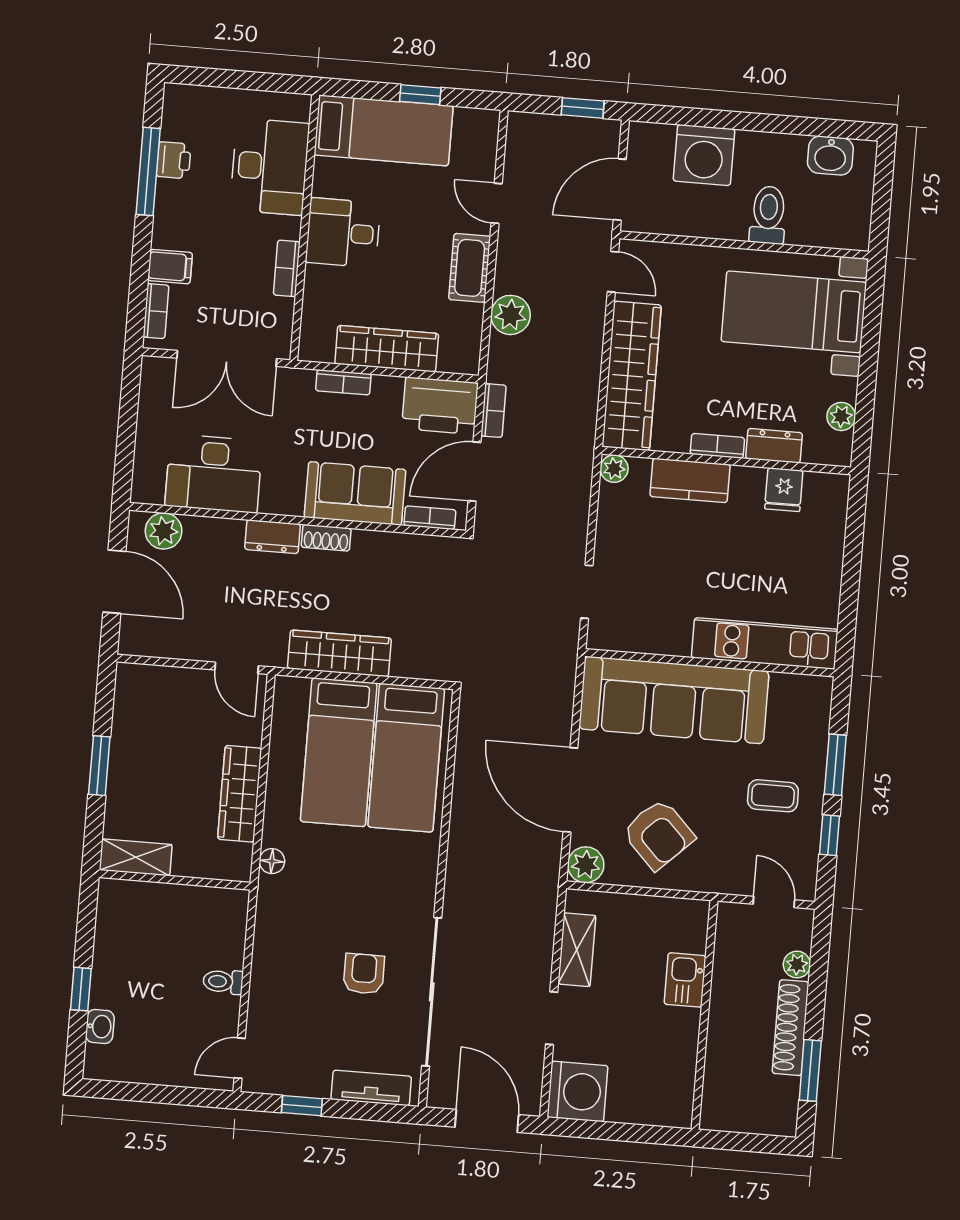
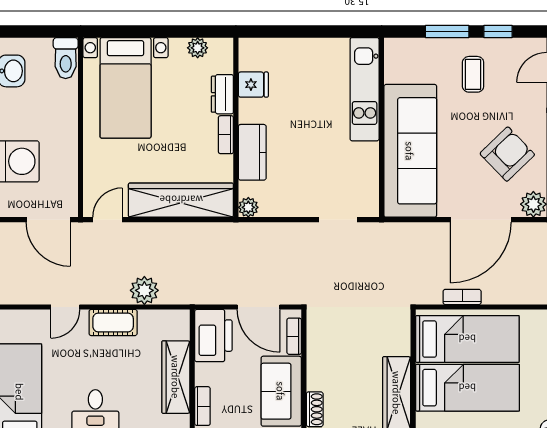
toilet: (768, 215) -> (66, 58), moved, turned -90
bookcase: (494, 411) -> (462, 297), moved

